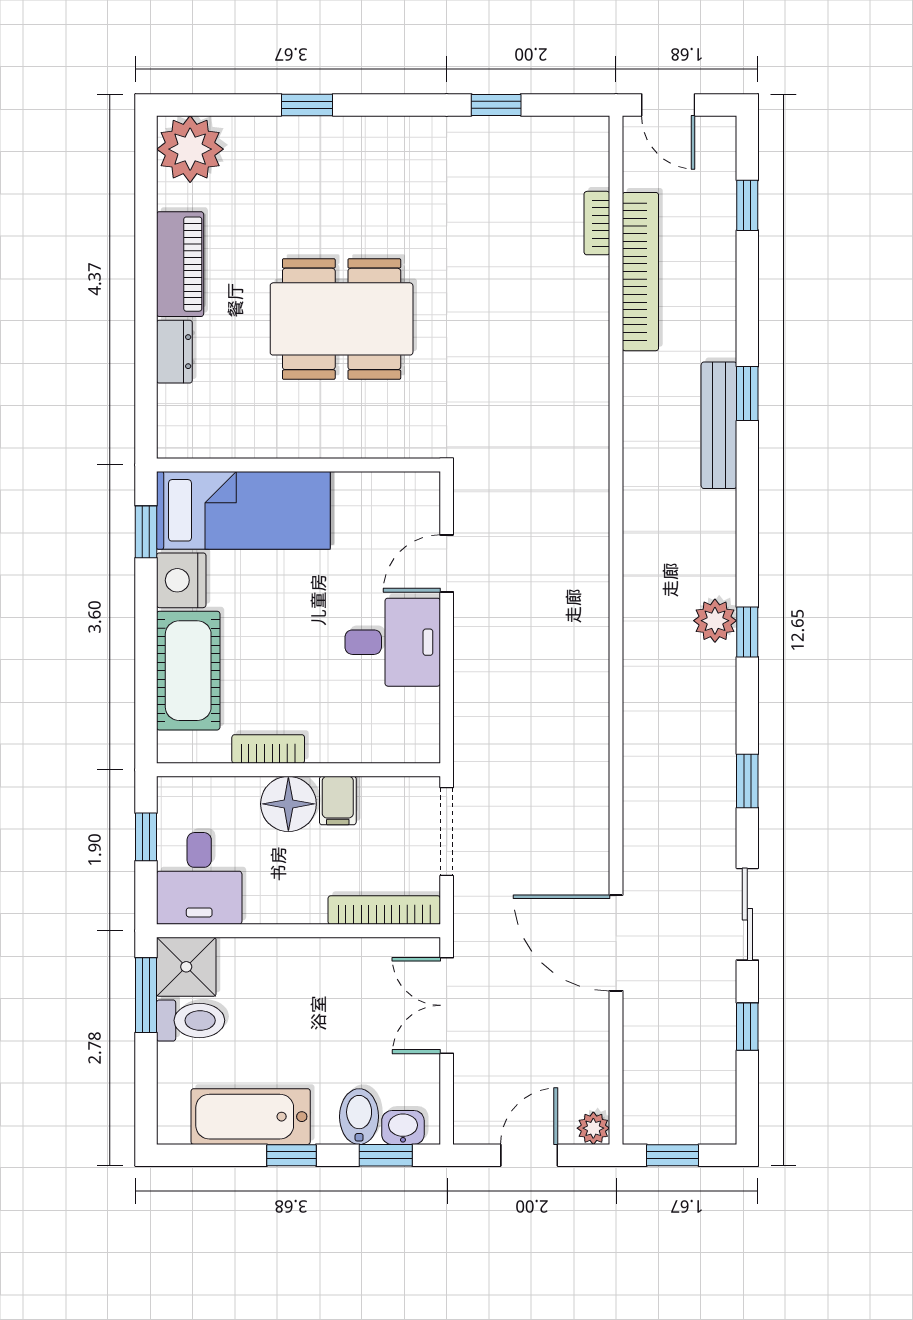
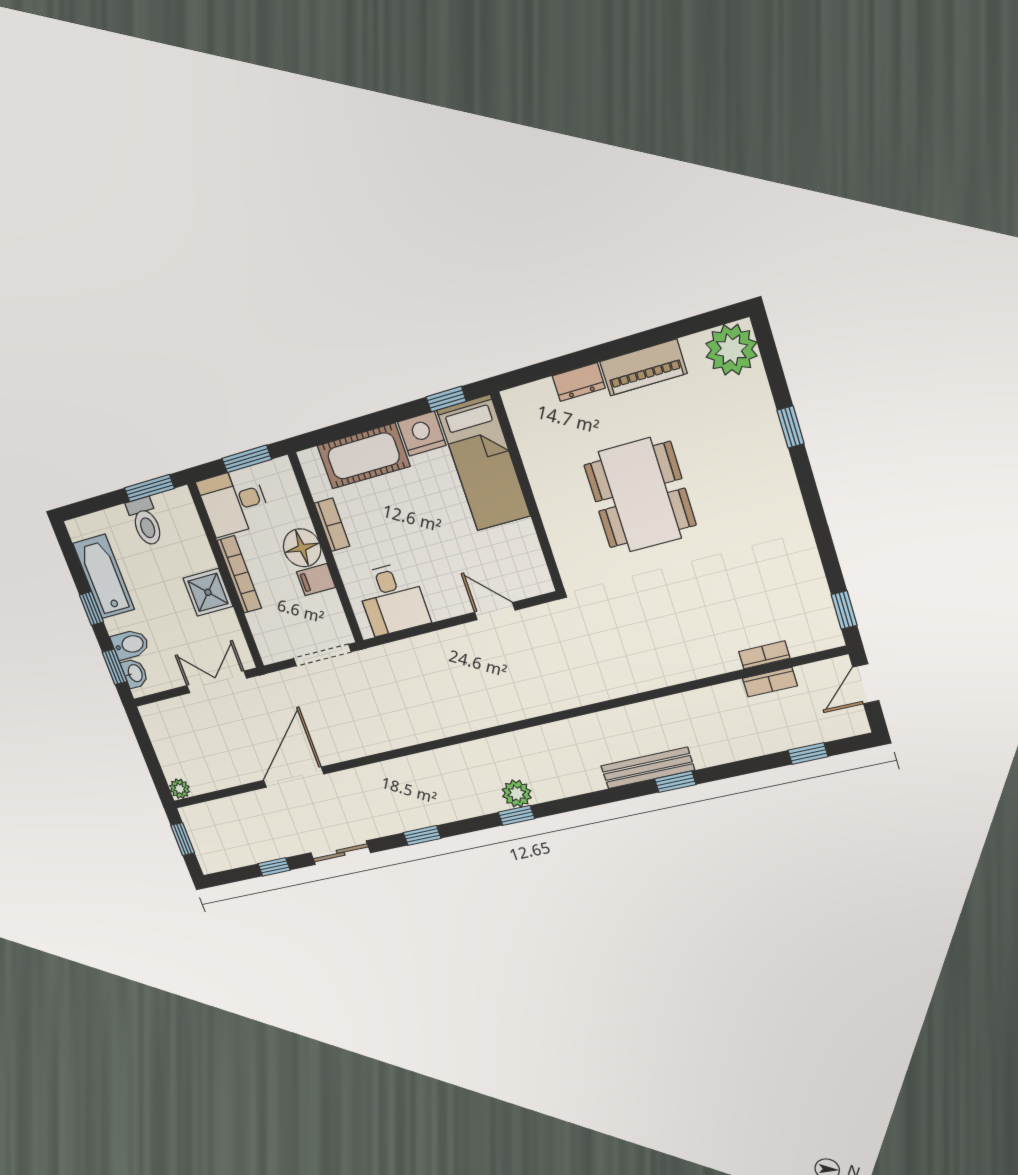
window: (496, 105) -> (844, 610), moved
bookcase: (640, 272) -> (770, 682), width x0.43, depth x0.76
desk: (393, 642) -> (392, 599), moved
window: (146, 837) -> (247, 459), width x1.50
bookcase: (384, 910) -> (239, 574), moved
shower: (186, 967) -> (208, 592), moved
door: (529, 1155) -> (149, 754), removed

